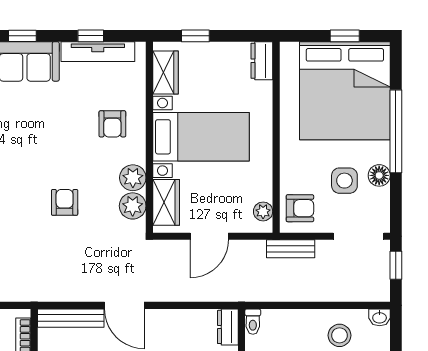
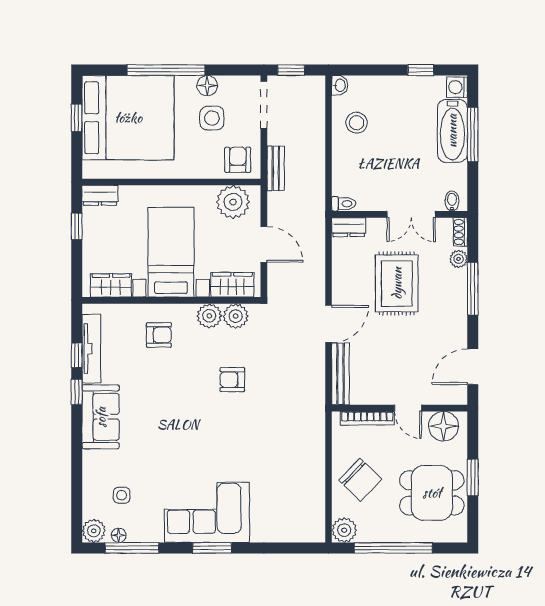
window: (22, 36) -> (77, 392), moved
window: (195, 36) -> (77, 226), moved
plant: (263, 211) -> (233, 202), width x1.88, depth x1.88

